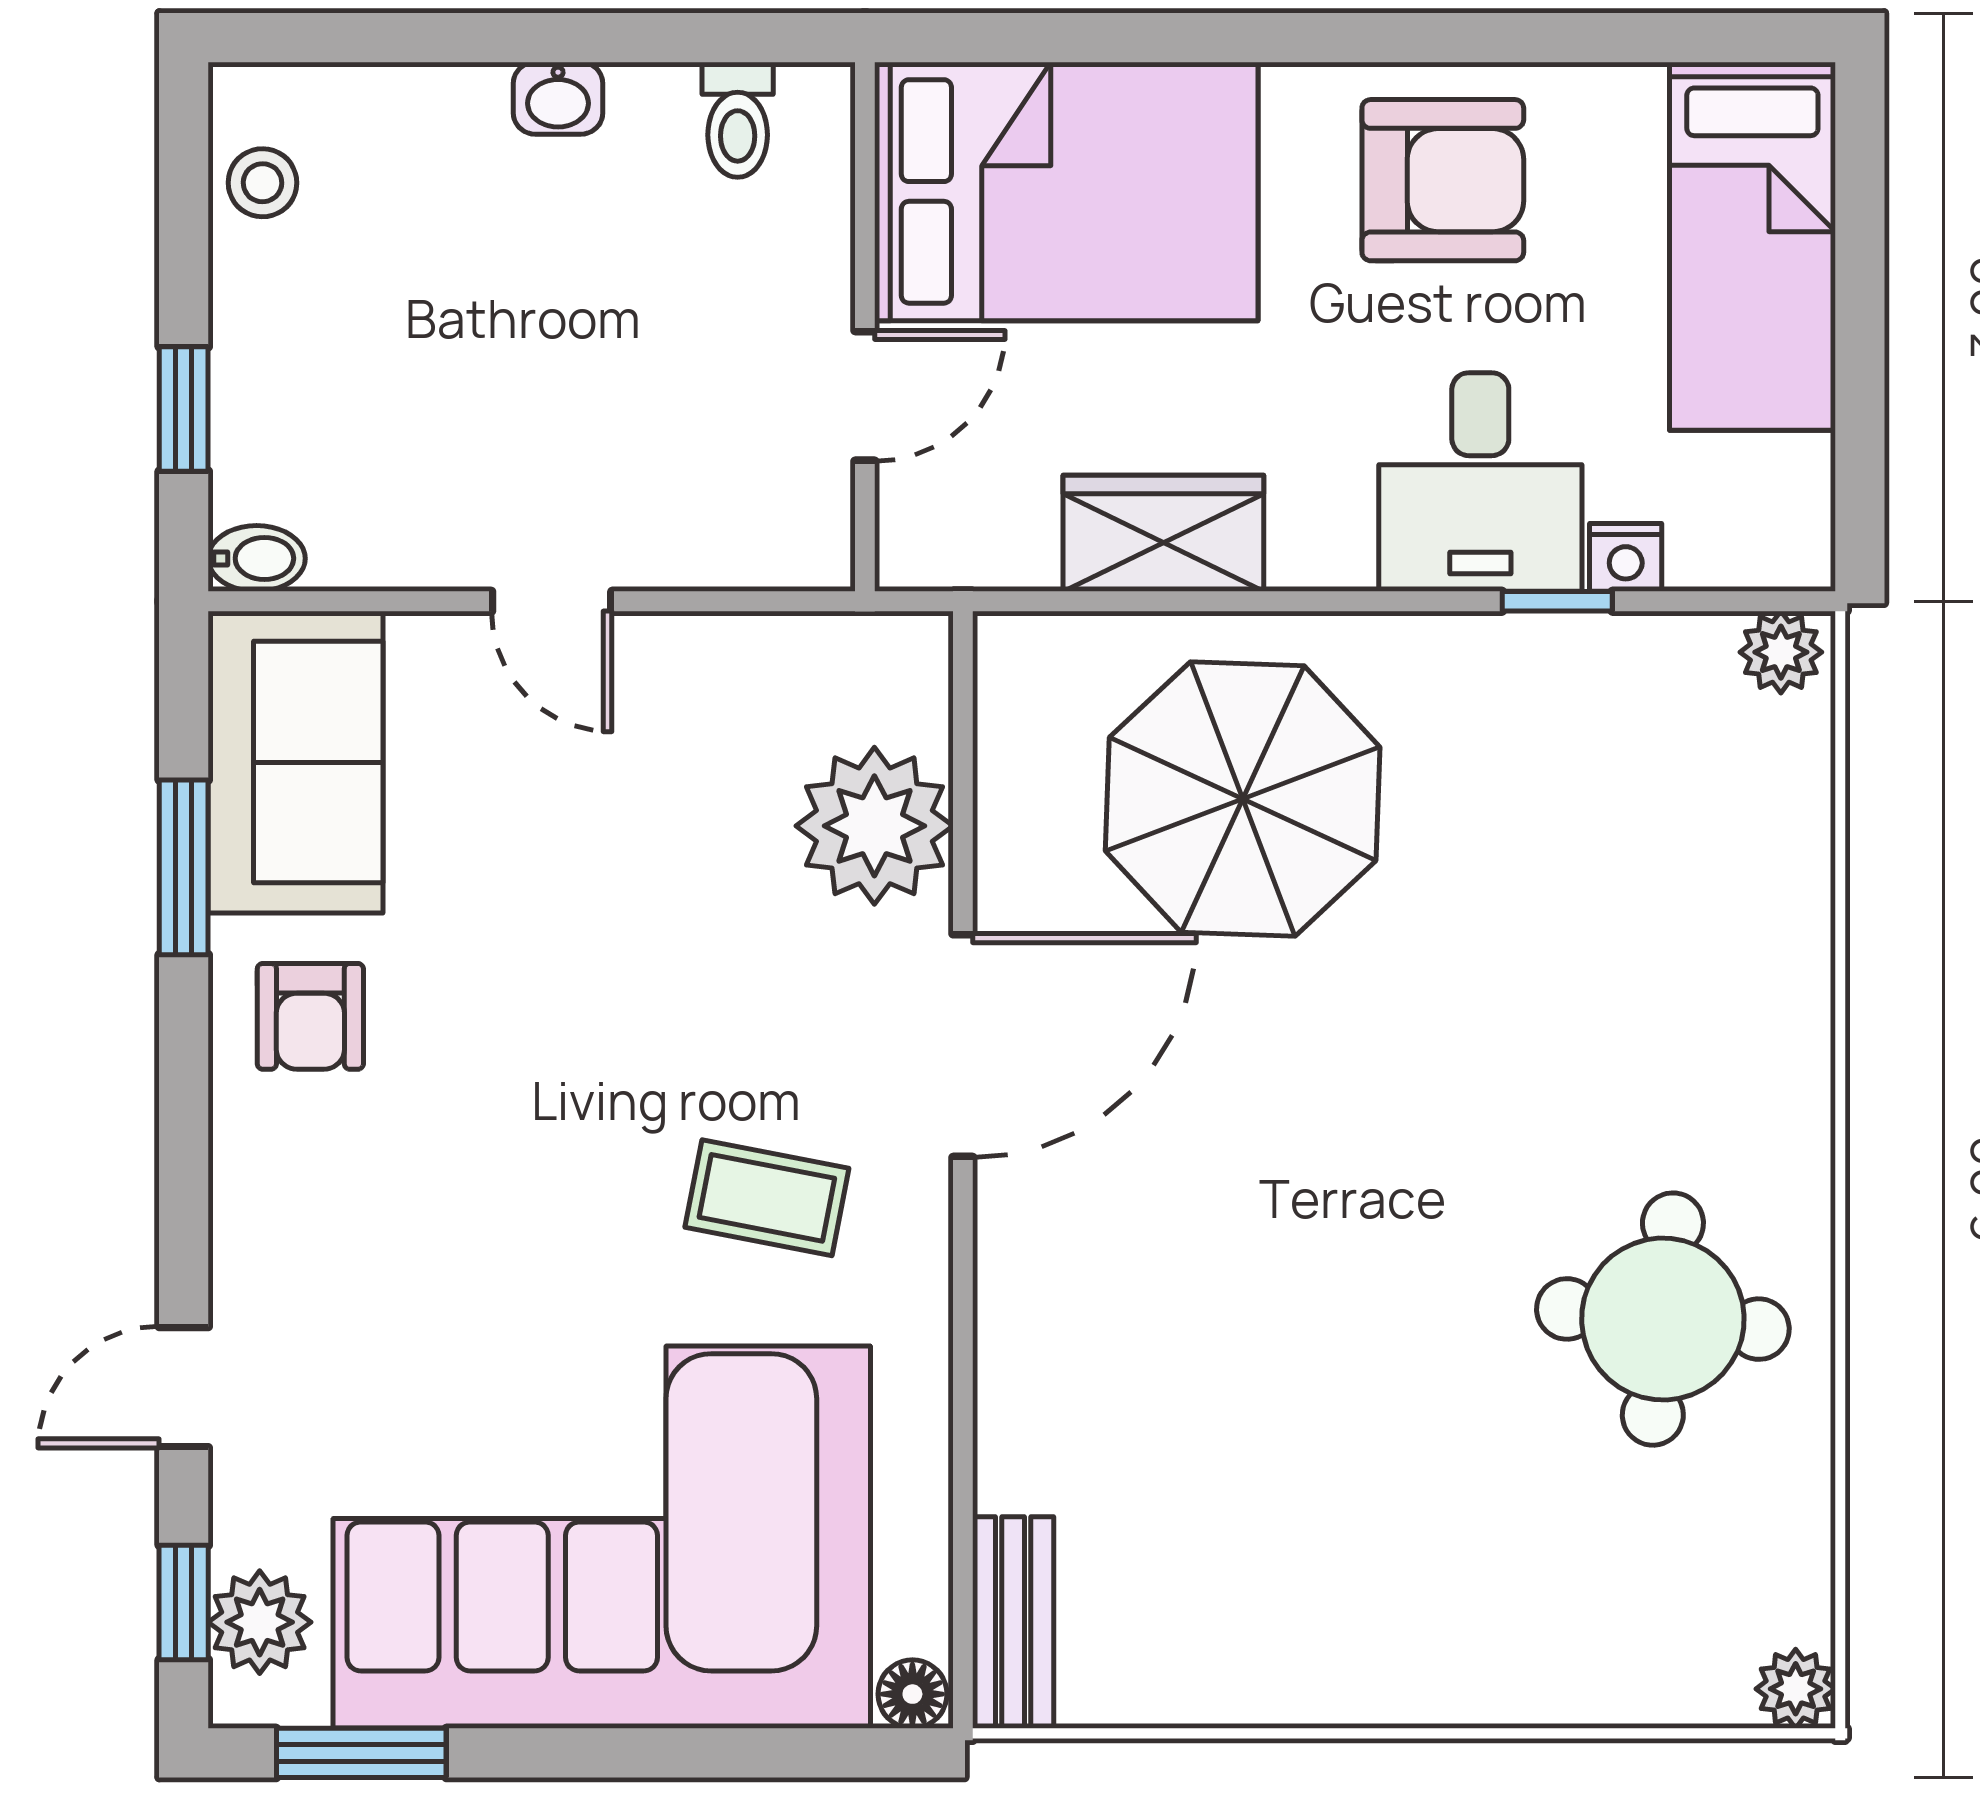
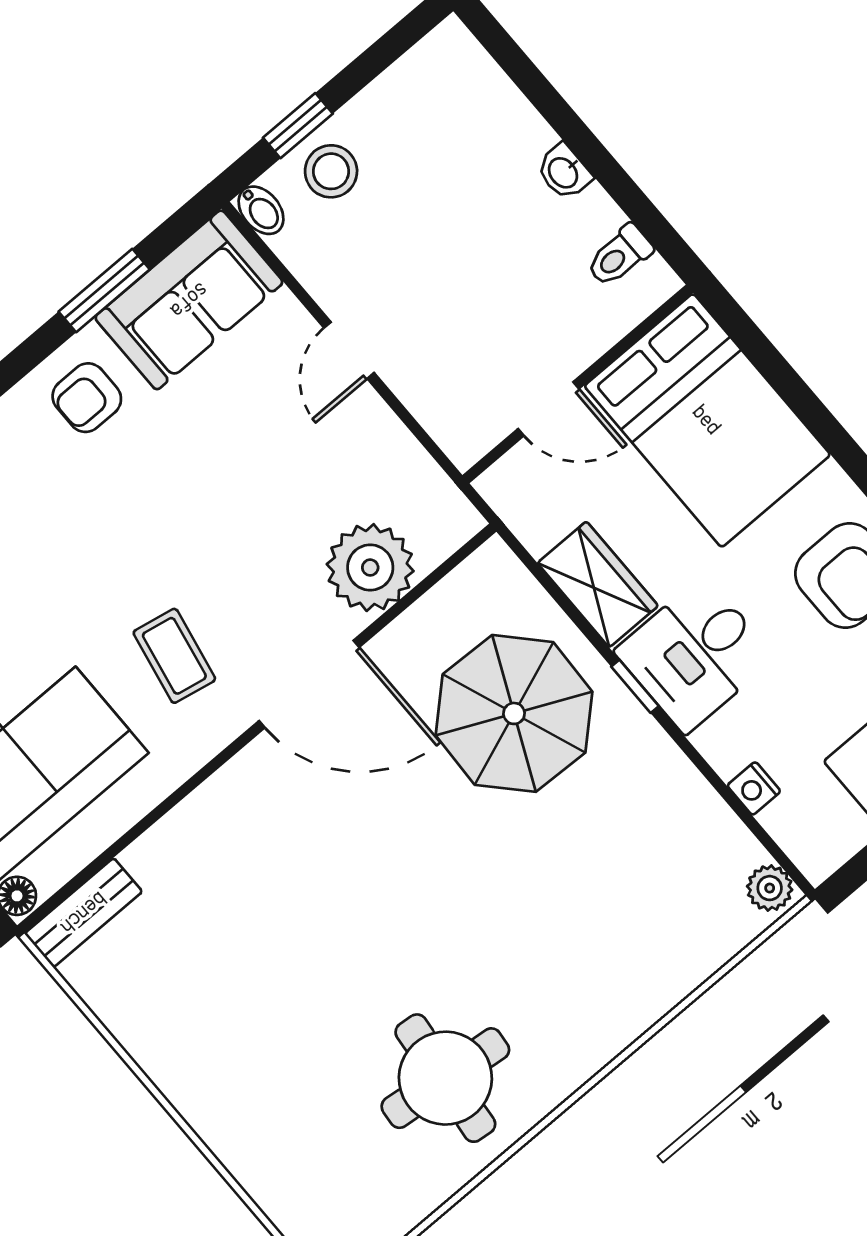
stool: (263, 183) -> (331, 171), moved, width x1.37, depth x1.37
desk: (1480, 482) -> (695, 655), moved
window: (1557, 601) -> (635, 686), moved

